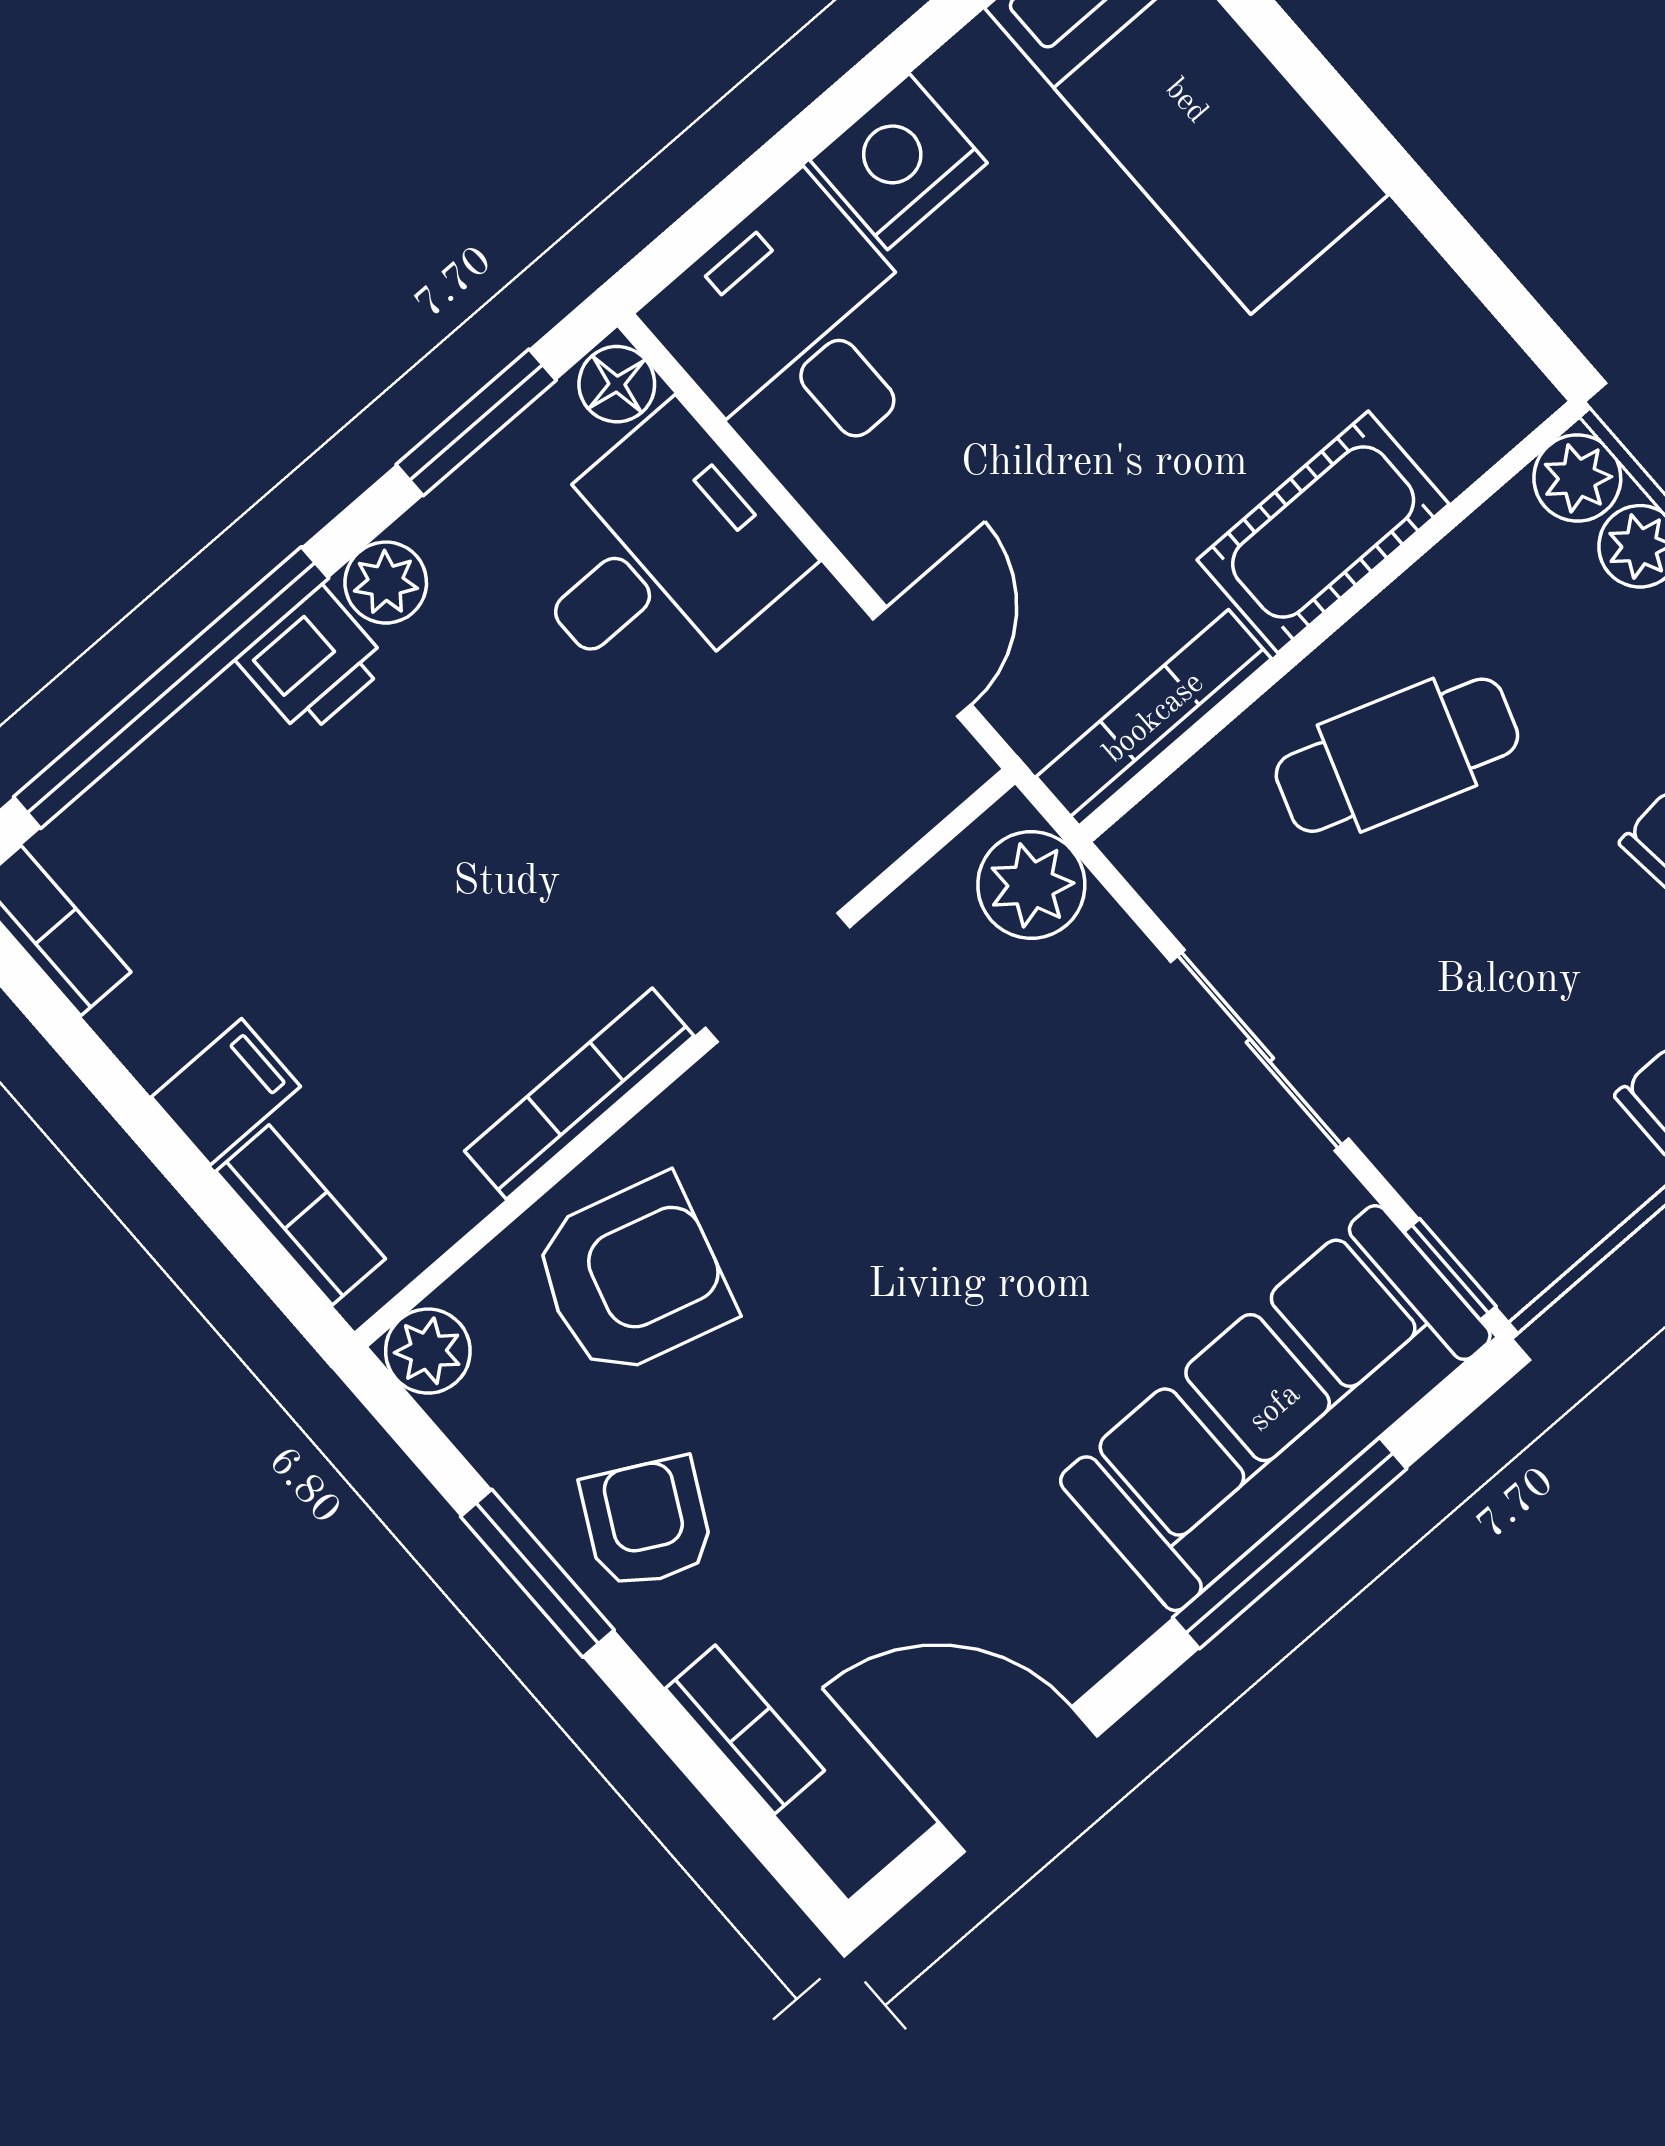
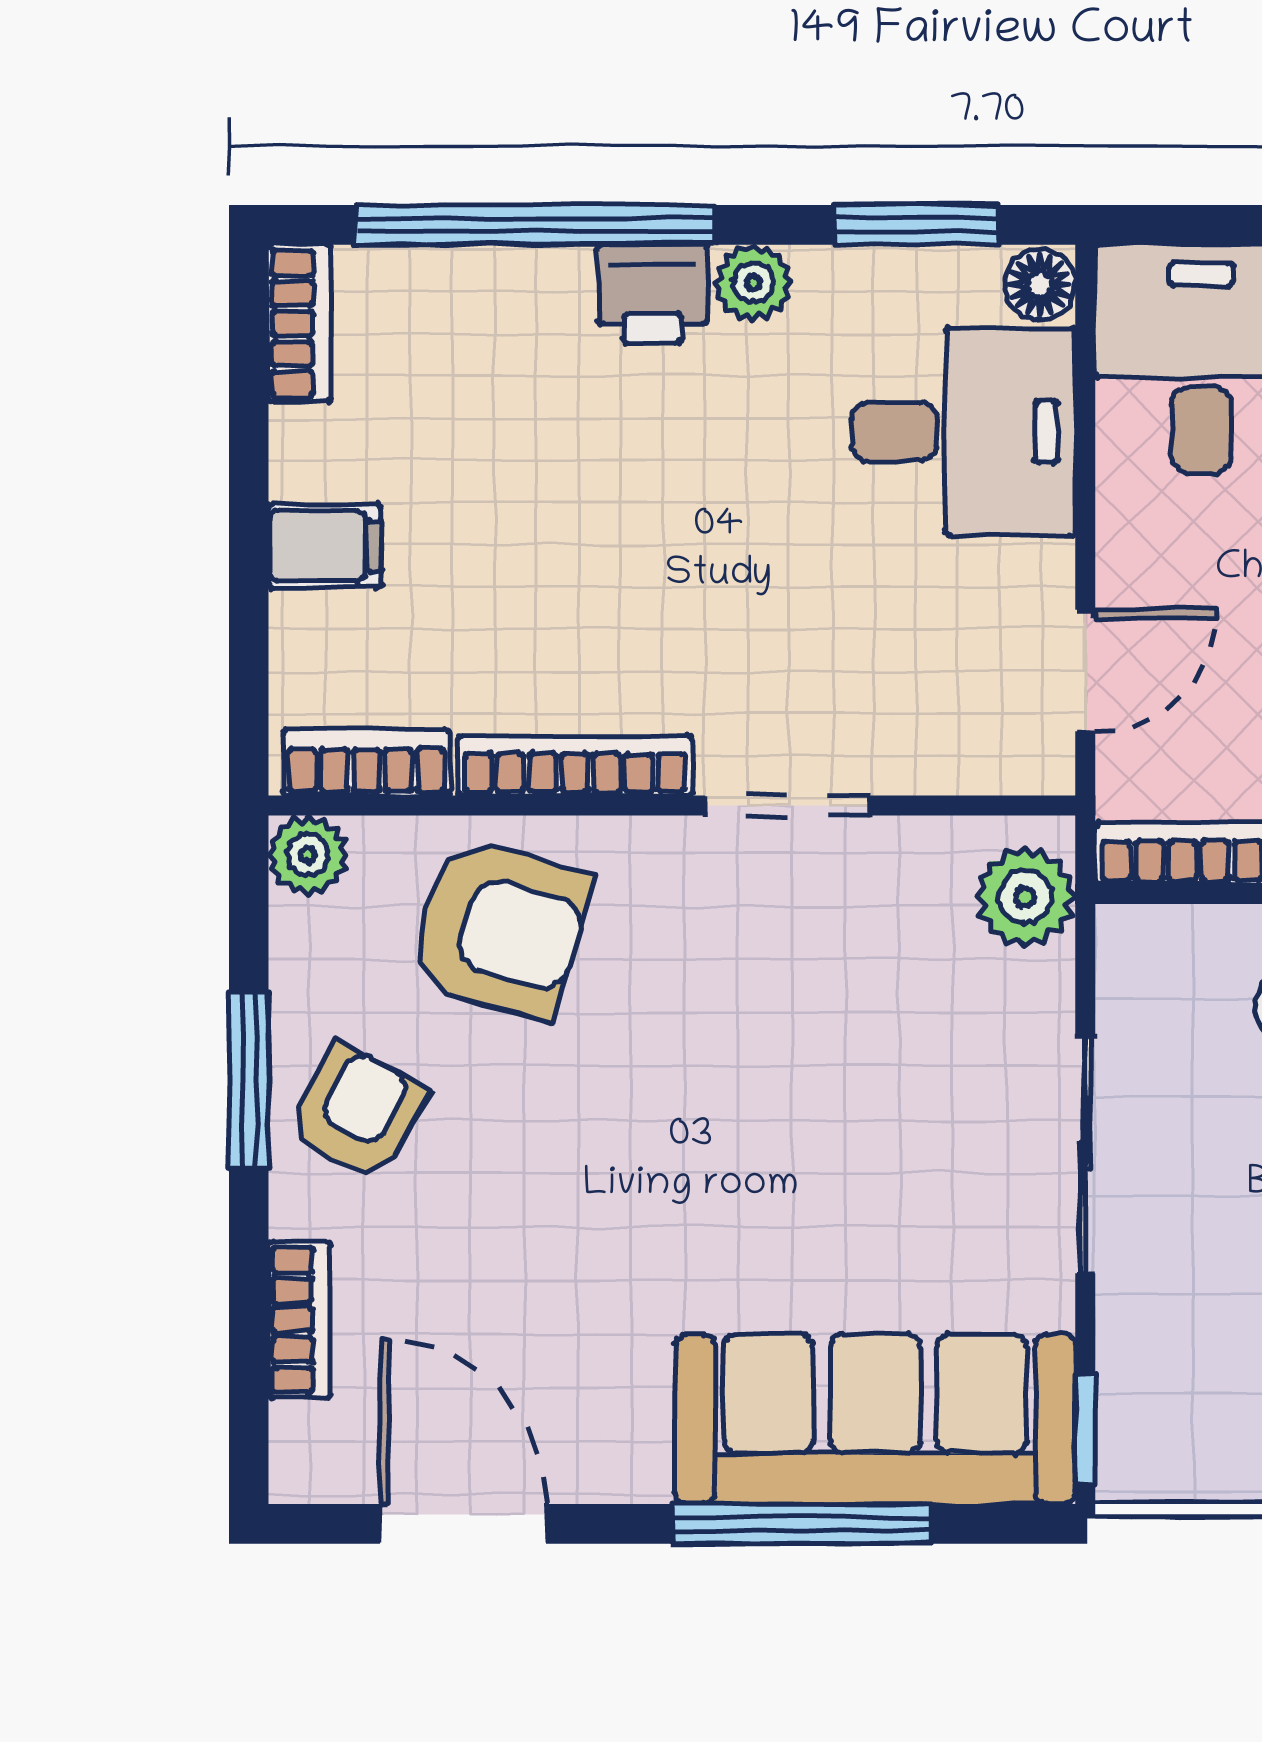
bookcase: (301, 1215) -> (366, 762), moved, turned -90

